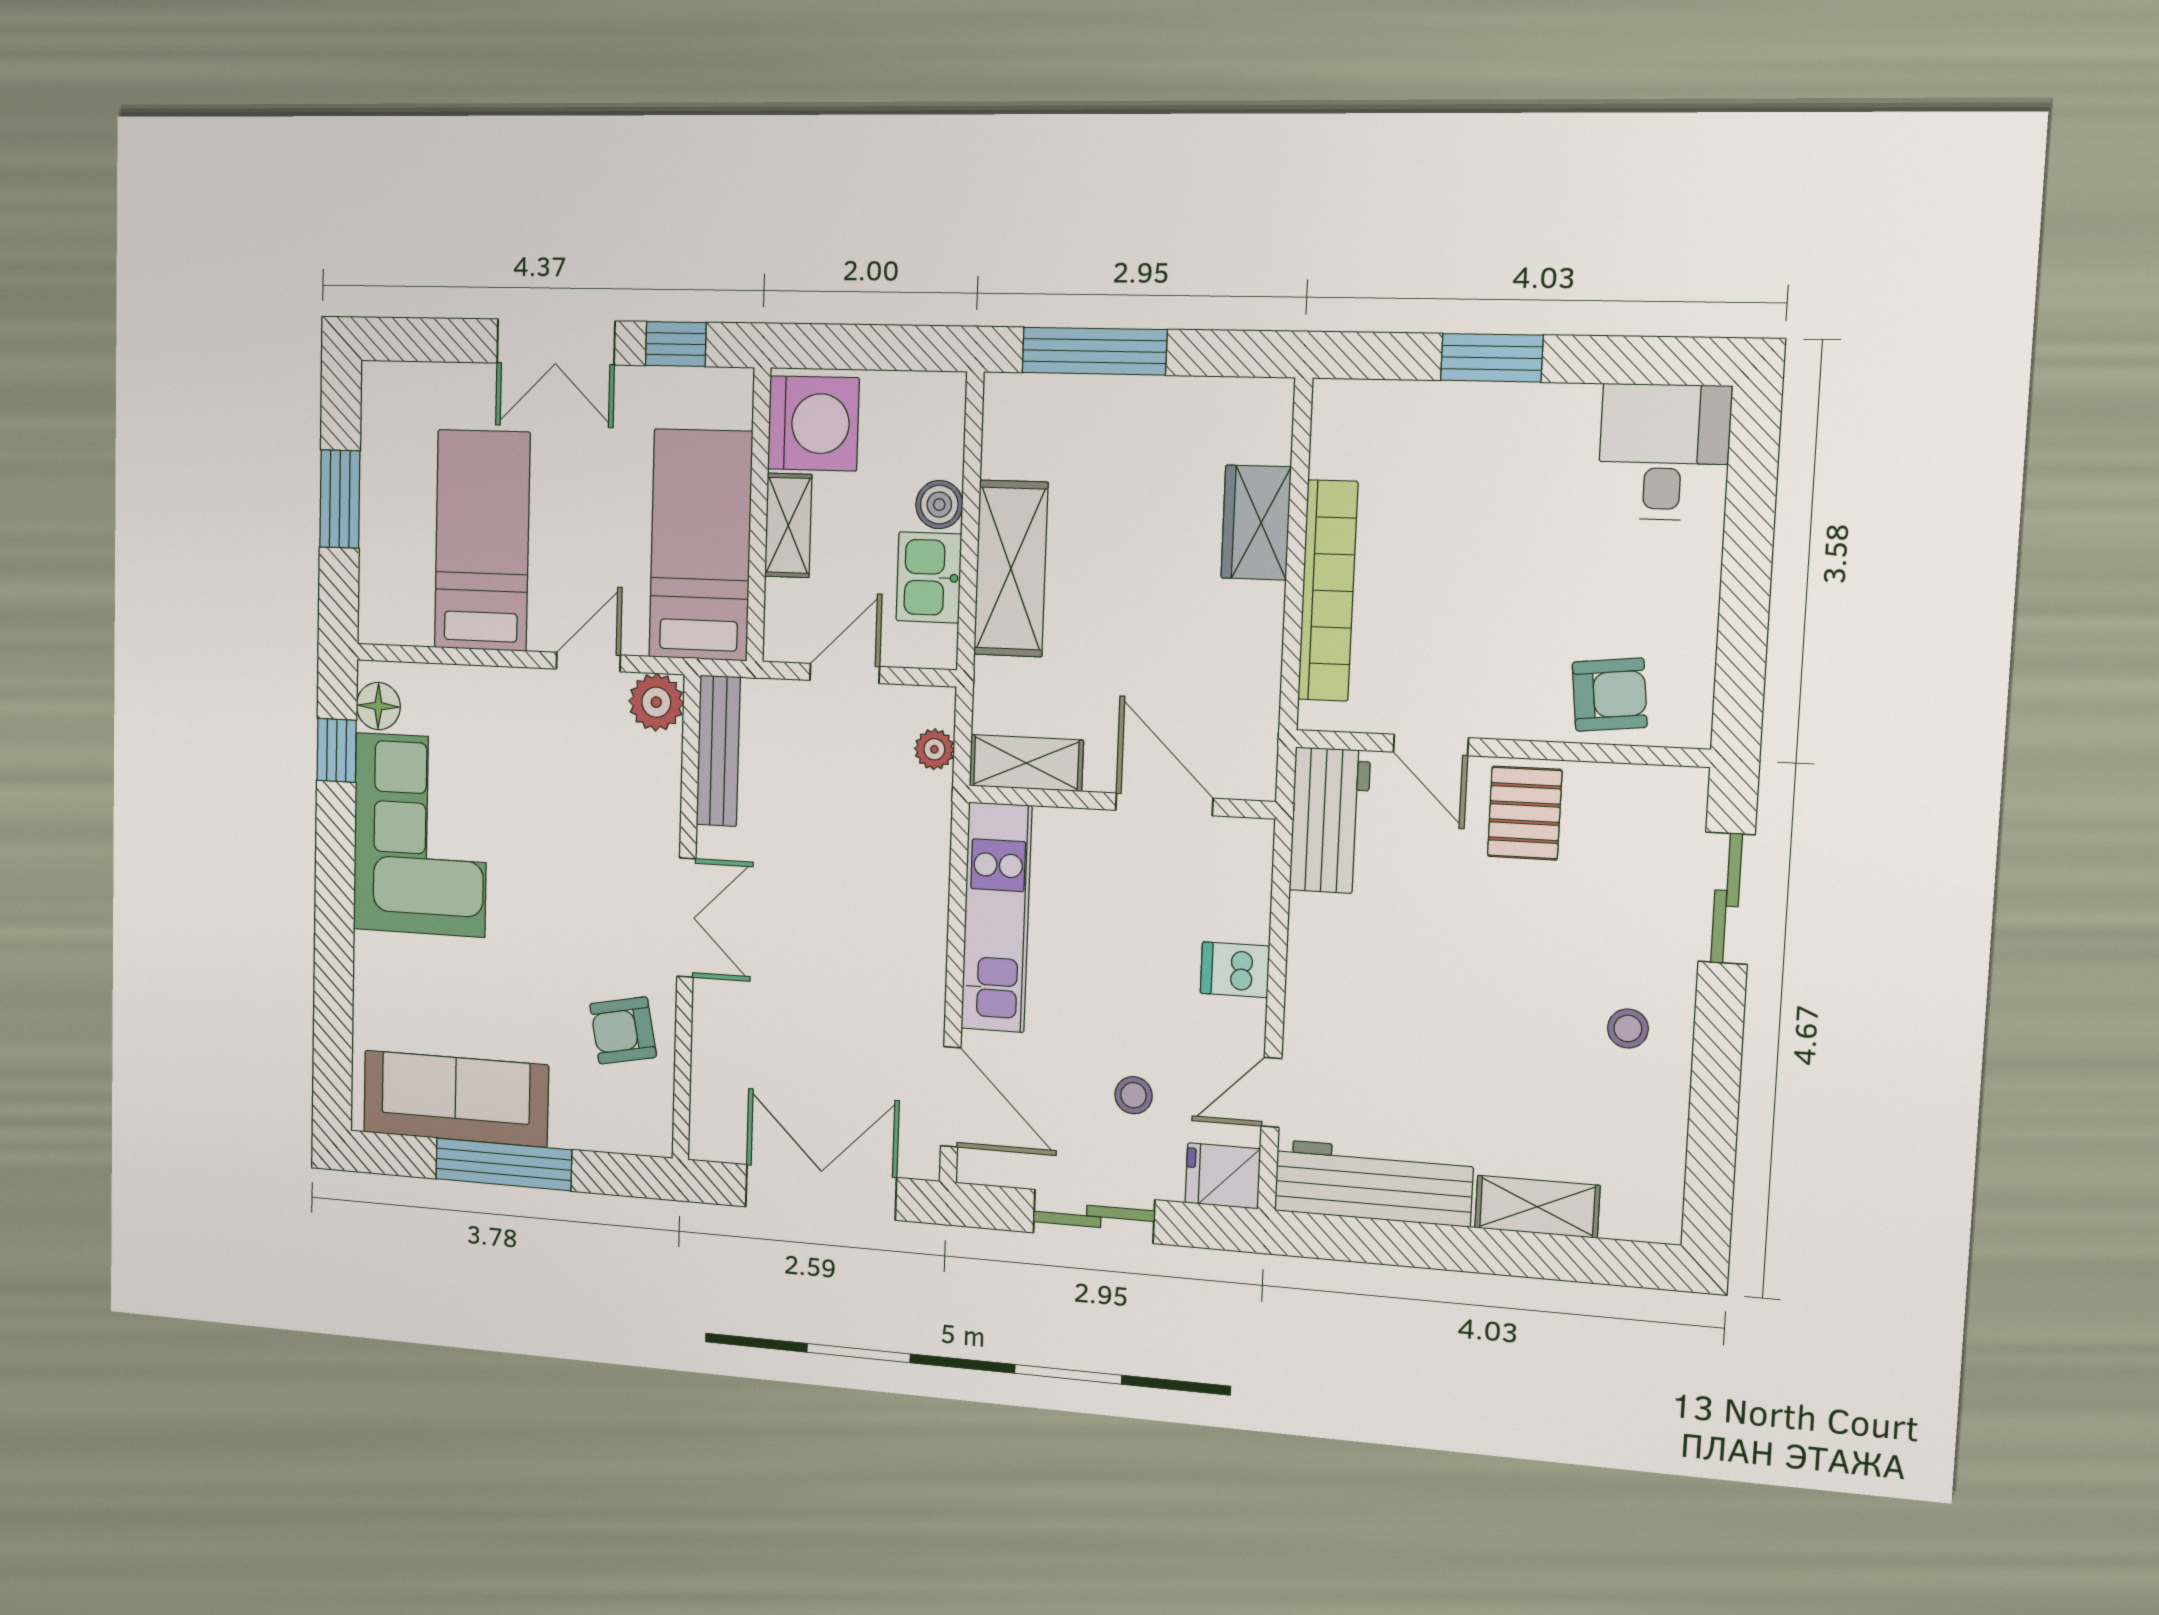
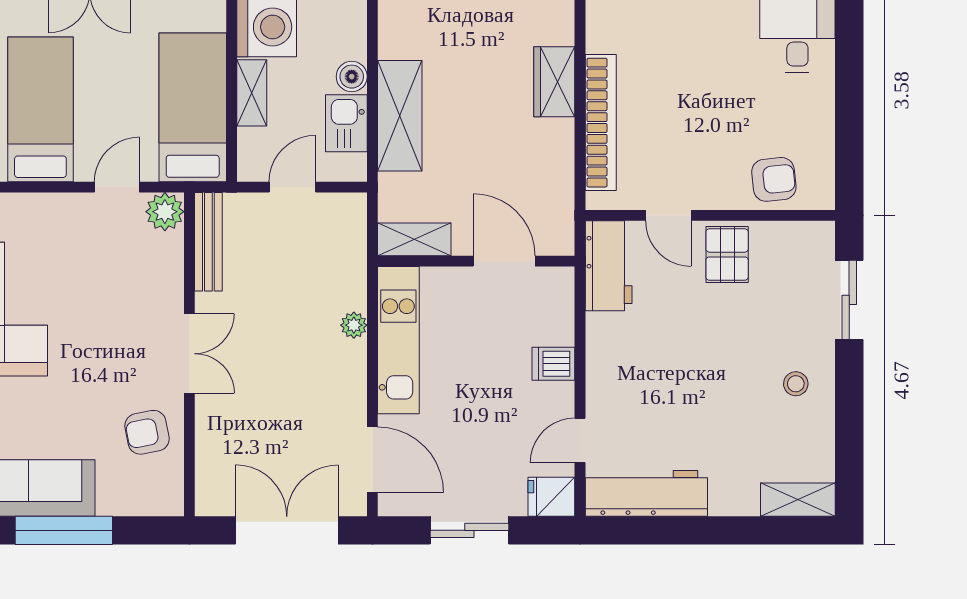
plant: (934, 749) -> (354, 325), moved
stool: (1134, 1095) -> (492, 449), removed
shelving: (1537, 1207) -> (798, 500), moved

